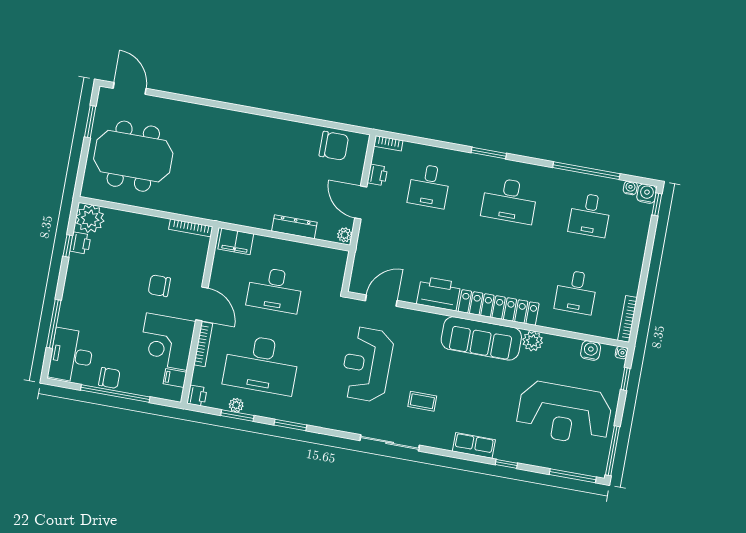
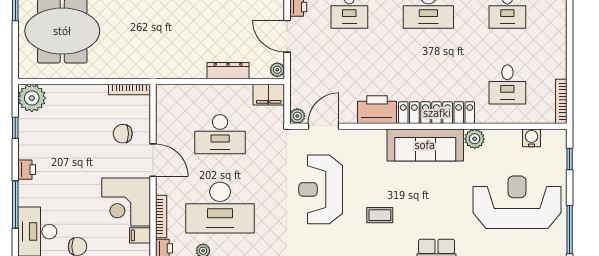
filing cabinet: (236, 241) -> (269, 95), moved
printer: (80, 243) -> (27, 170), moved
plant: (357, 285) -> (297, 116), added
chair: (159, 286) -> (123, 134), moved
bookcase: (203, 344) -> (161, 216), moved
water cooler: (621, 353) -> (561, 135), removed
reception desk: (564, 413) -> (517, 202), turned 180

